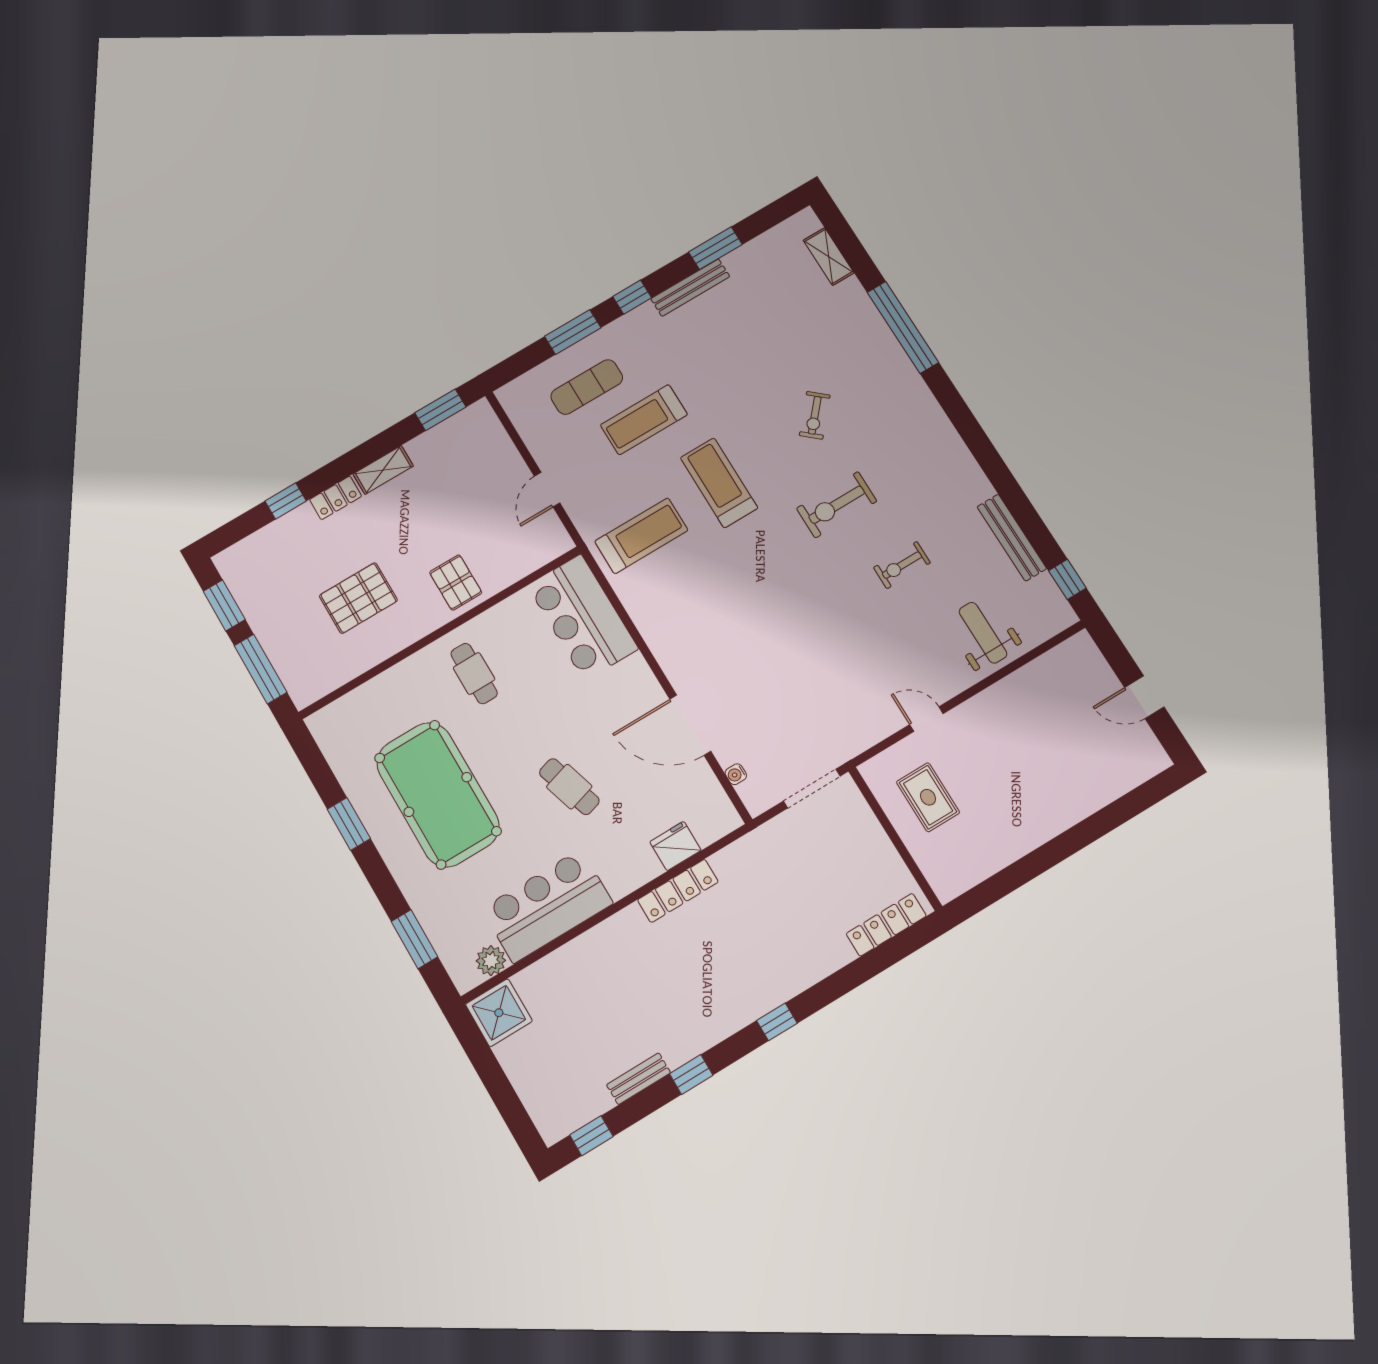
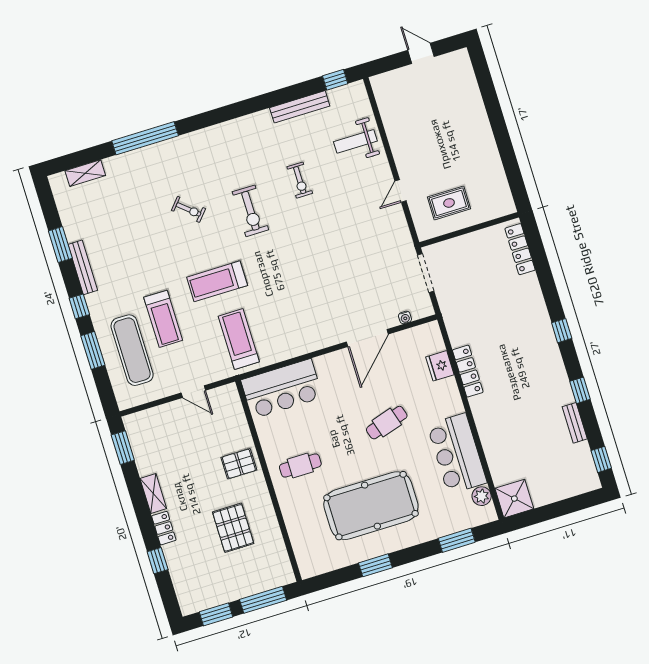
exercise mat: (587, 387) -> (132, 350), width x1.36, depth x1.45
door: (1144, 697) -> (421, 53), swing flipped

